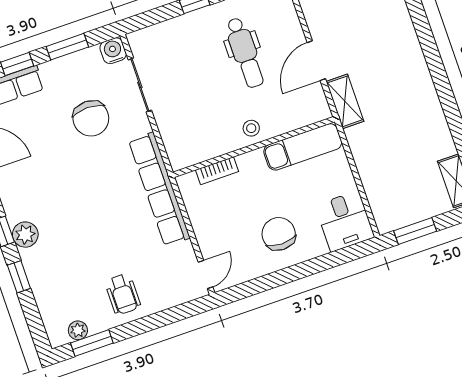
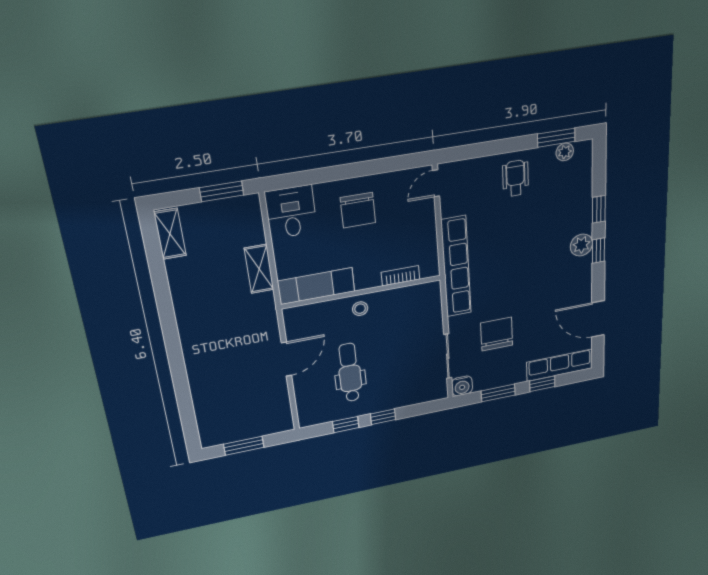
shelving: (345, 101) -> (259, 269), moved

